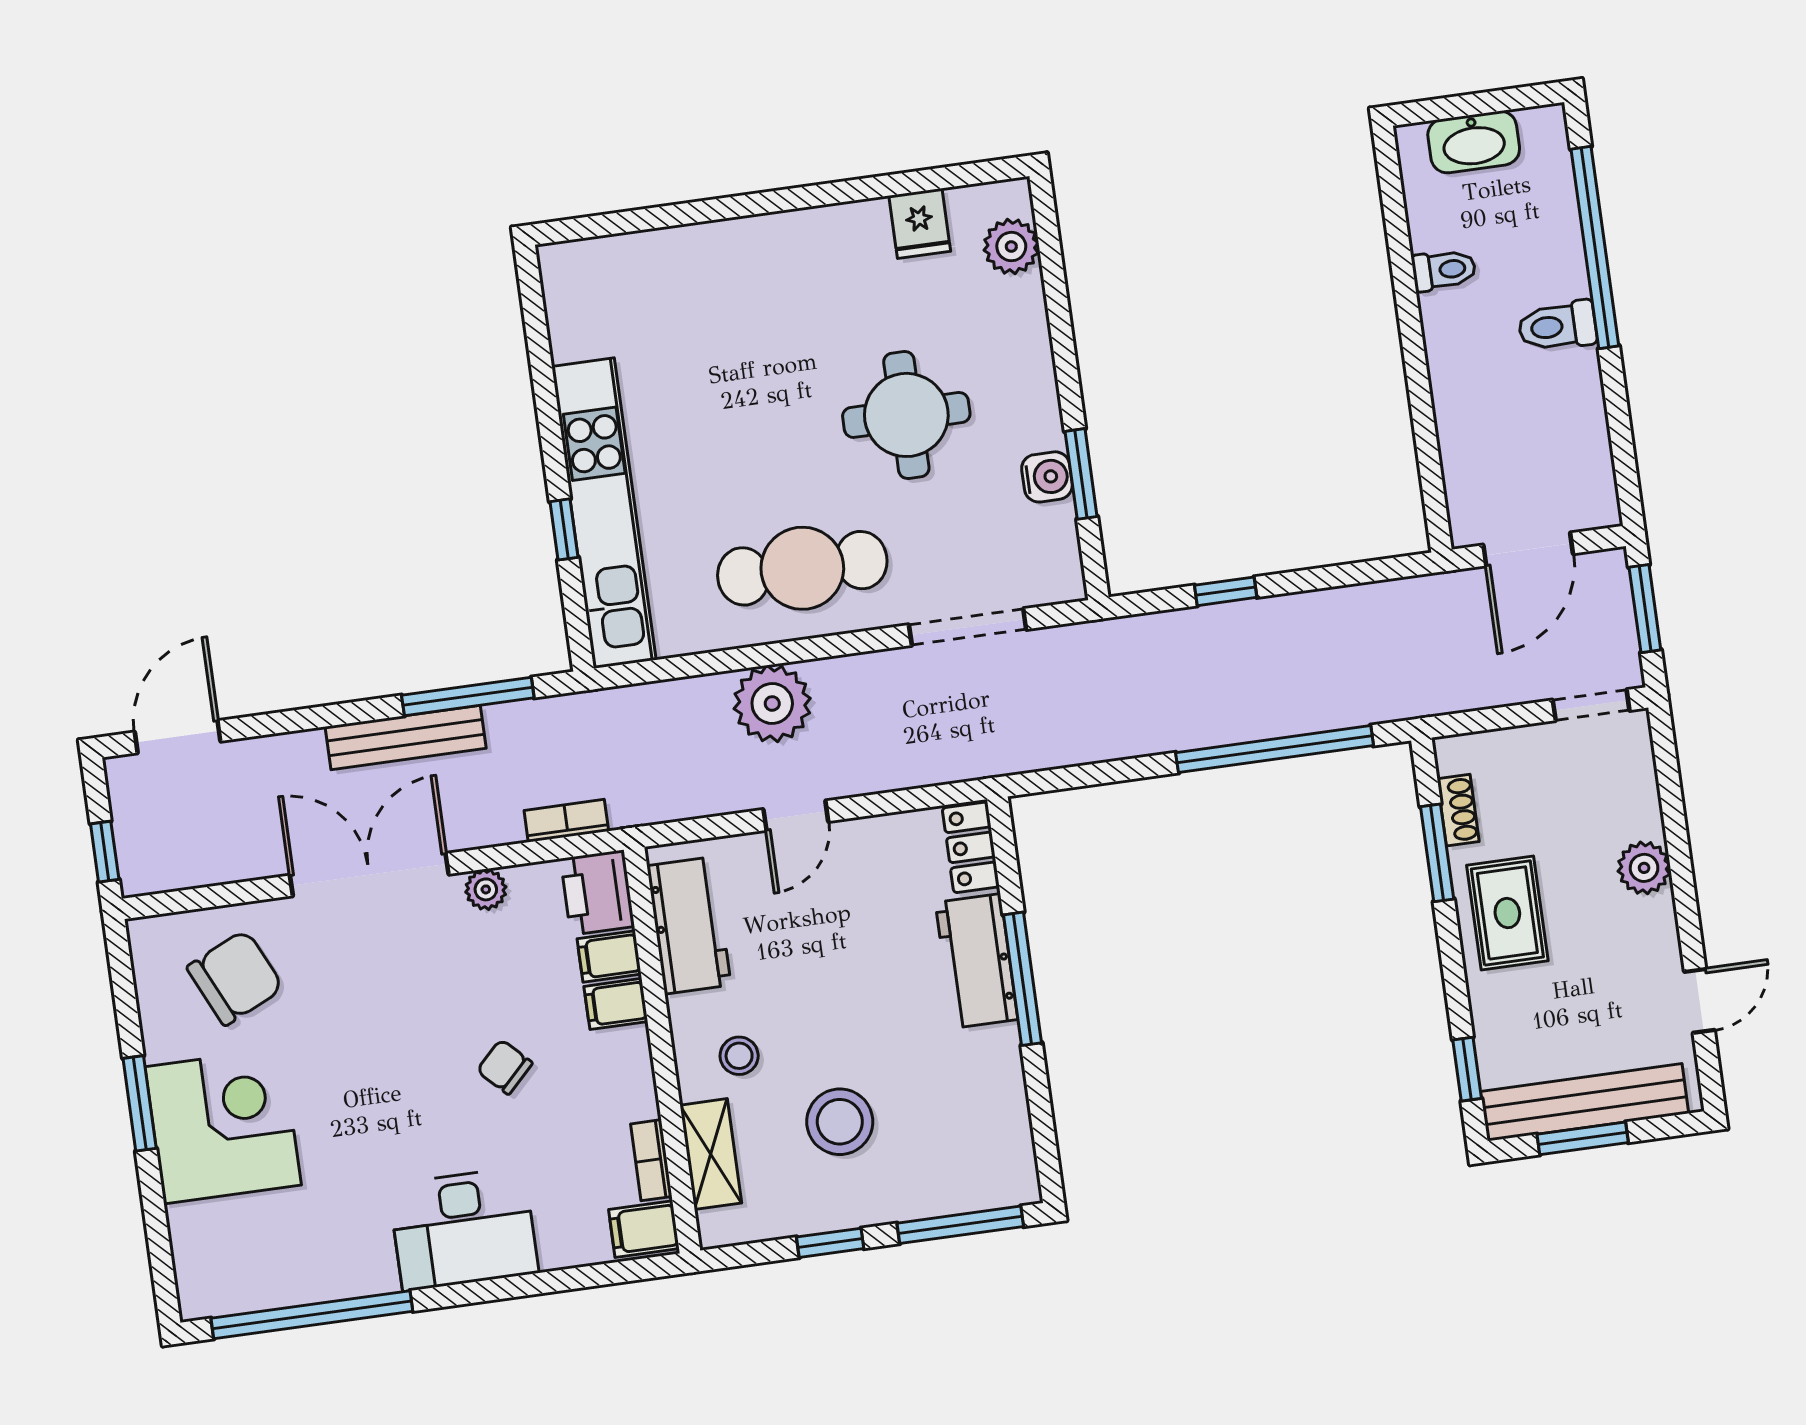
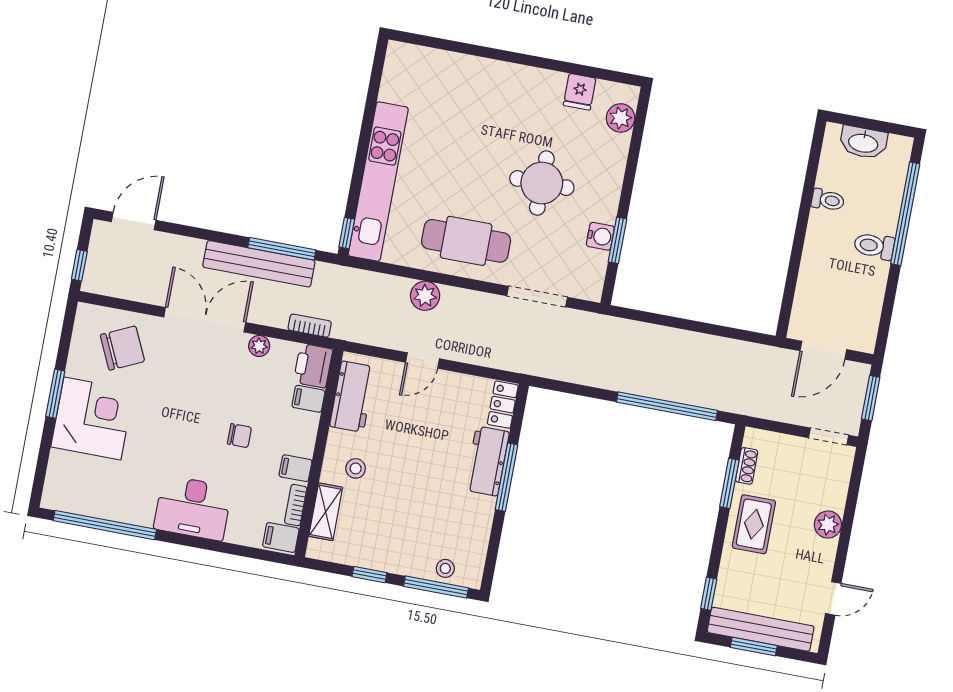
window: (564, 529) -> (347, 233), moved
window: (1226, 591) -> (669, 321), removed
plant: (772, 703) -> (425, 296), width x0.73, depth x0.73
bench: (406, 737) -> (259, 264), width x1.37, depth x1.21
filing cabinet: (616, 1004) -> (295, 468), moved
chair: (505, 1067) -> (239, 436), turned 135
stool: (840, 1122) -> (445, 568), moved, width x0.53, depth x0.53

